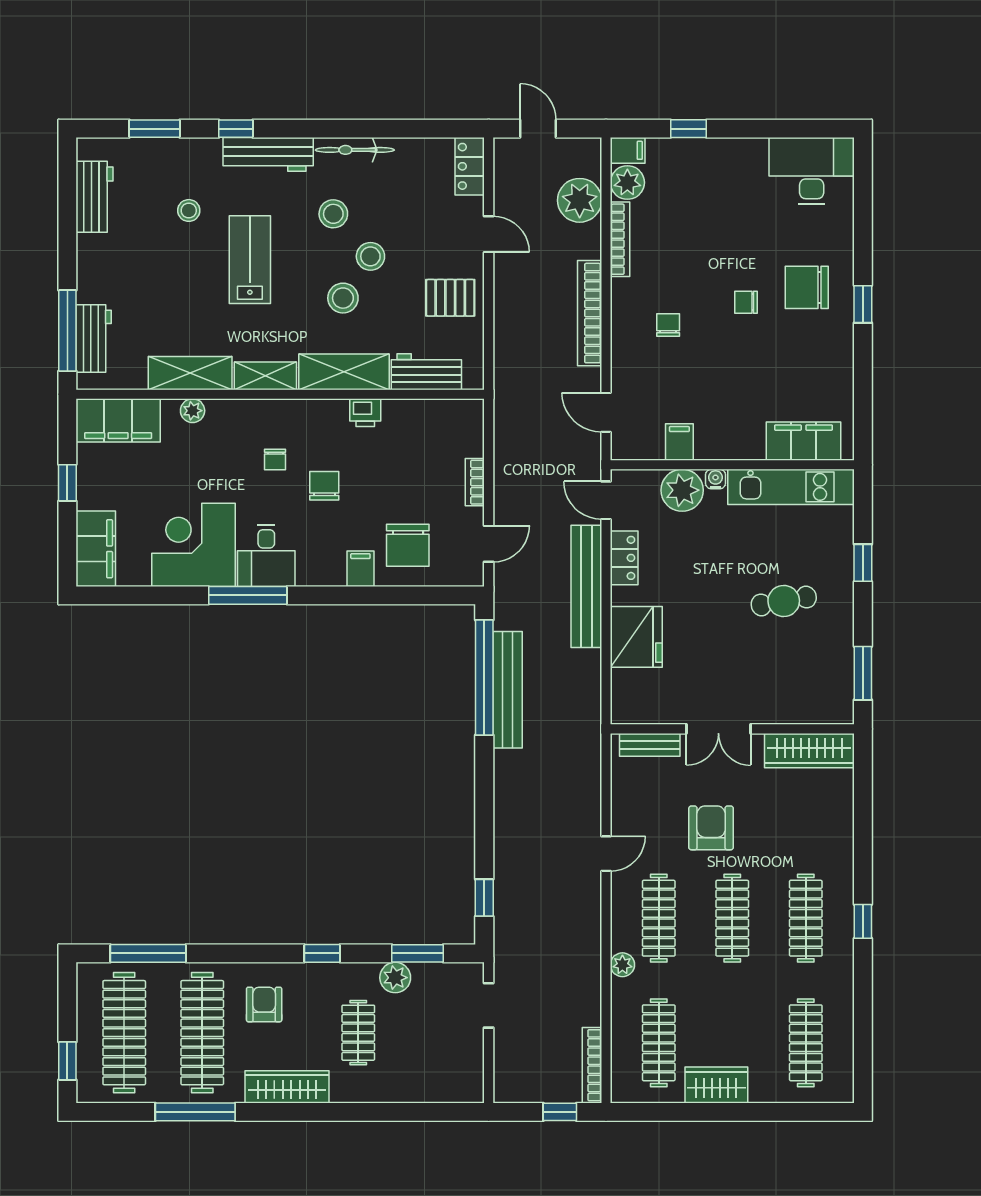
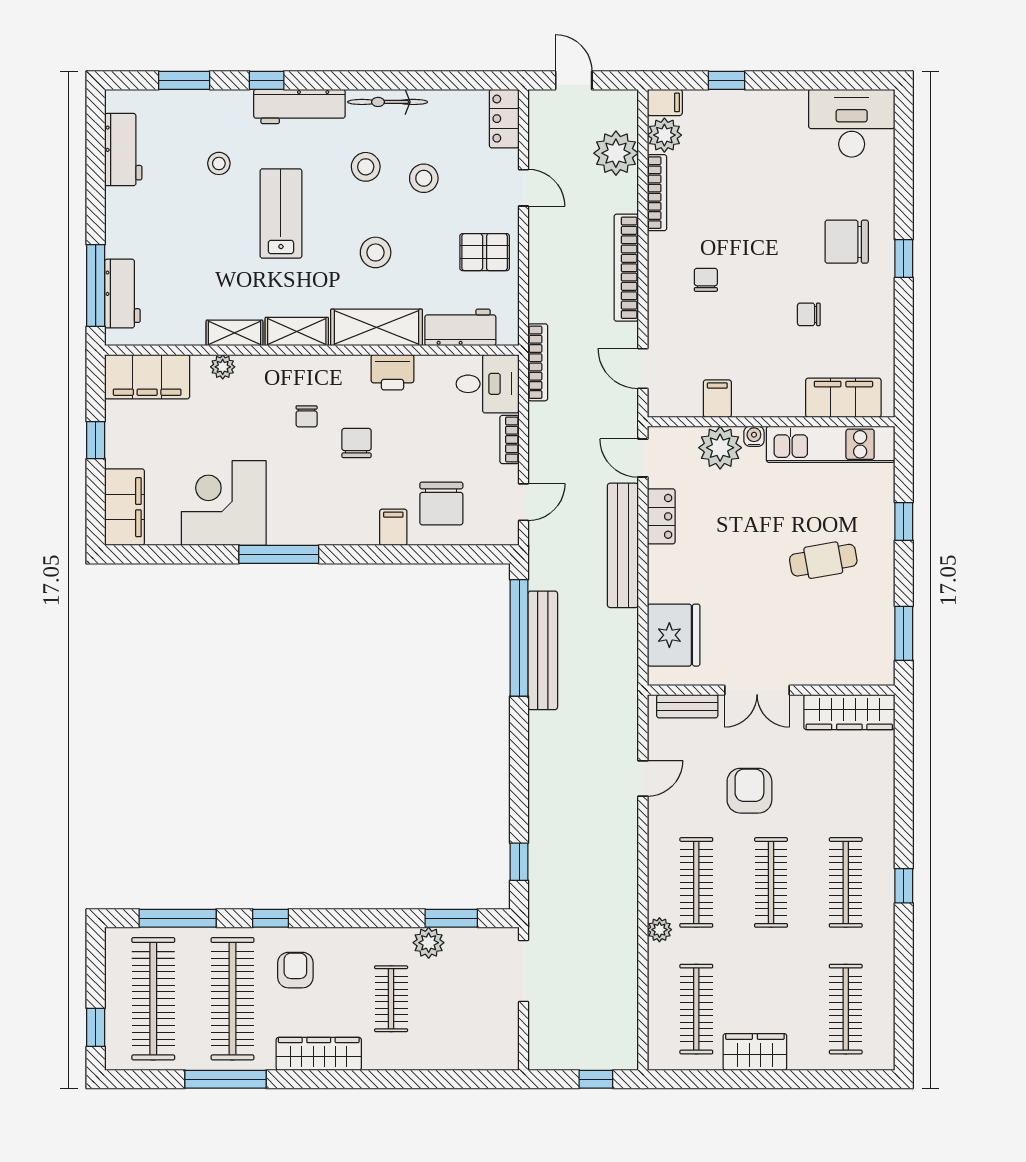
stool: (370, 256) -> (424, 178), moved
chair: (746, 302) -> (809, 314), moved
shelving: (190, 373) -> (234, 333), width x0.67, depth x0.75
printer: (365, 413) -> (392, 372), width x1.36, depth x1.24
desk: (266, 556) -> (488, 384), moved, turned -90
fridge: (636, 637) -> (674, 635), moved
door: (606, 854) -> (643, 779), moved
window: (322, 953) -> (271, 918), moved
doorway: (489, 1005) -> (524, 971), width x1.38
bookcase: (592, 1065) -> (538, 362), moved, turned 180

